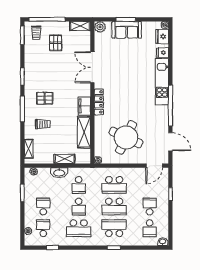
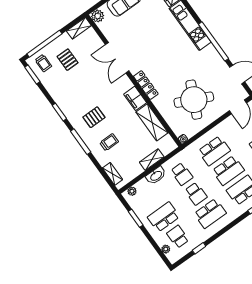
school desk: (43, 207) -> (164, 217), width x1.85

